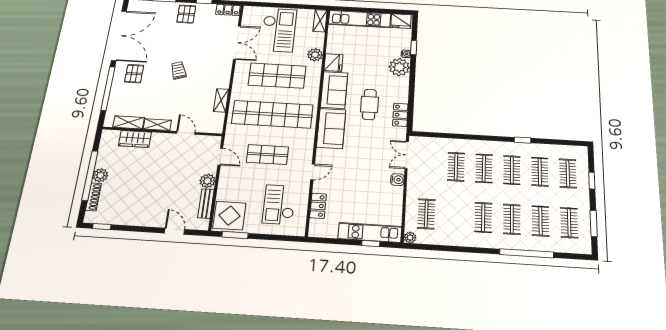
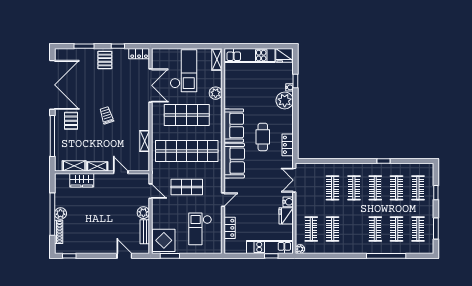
fridge: (333, 63) -> (286, 216), moved, turned 180
clothes rail: (483, 217) -> (333, 229), moved

